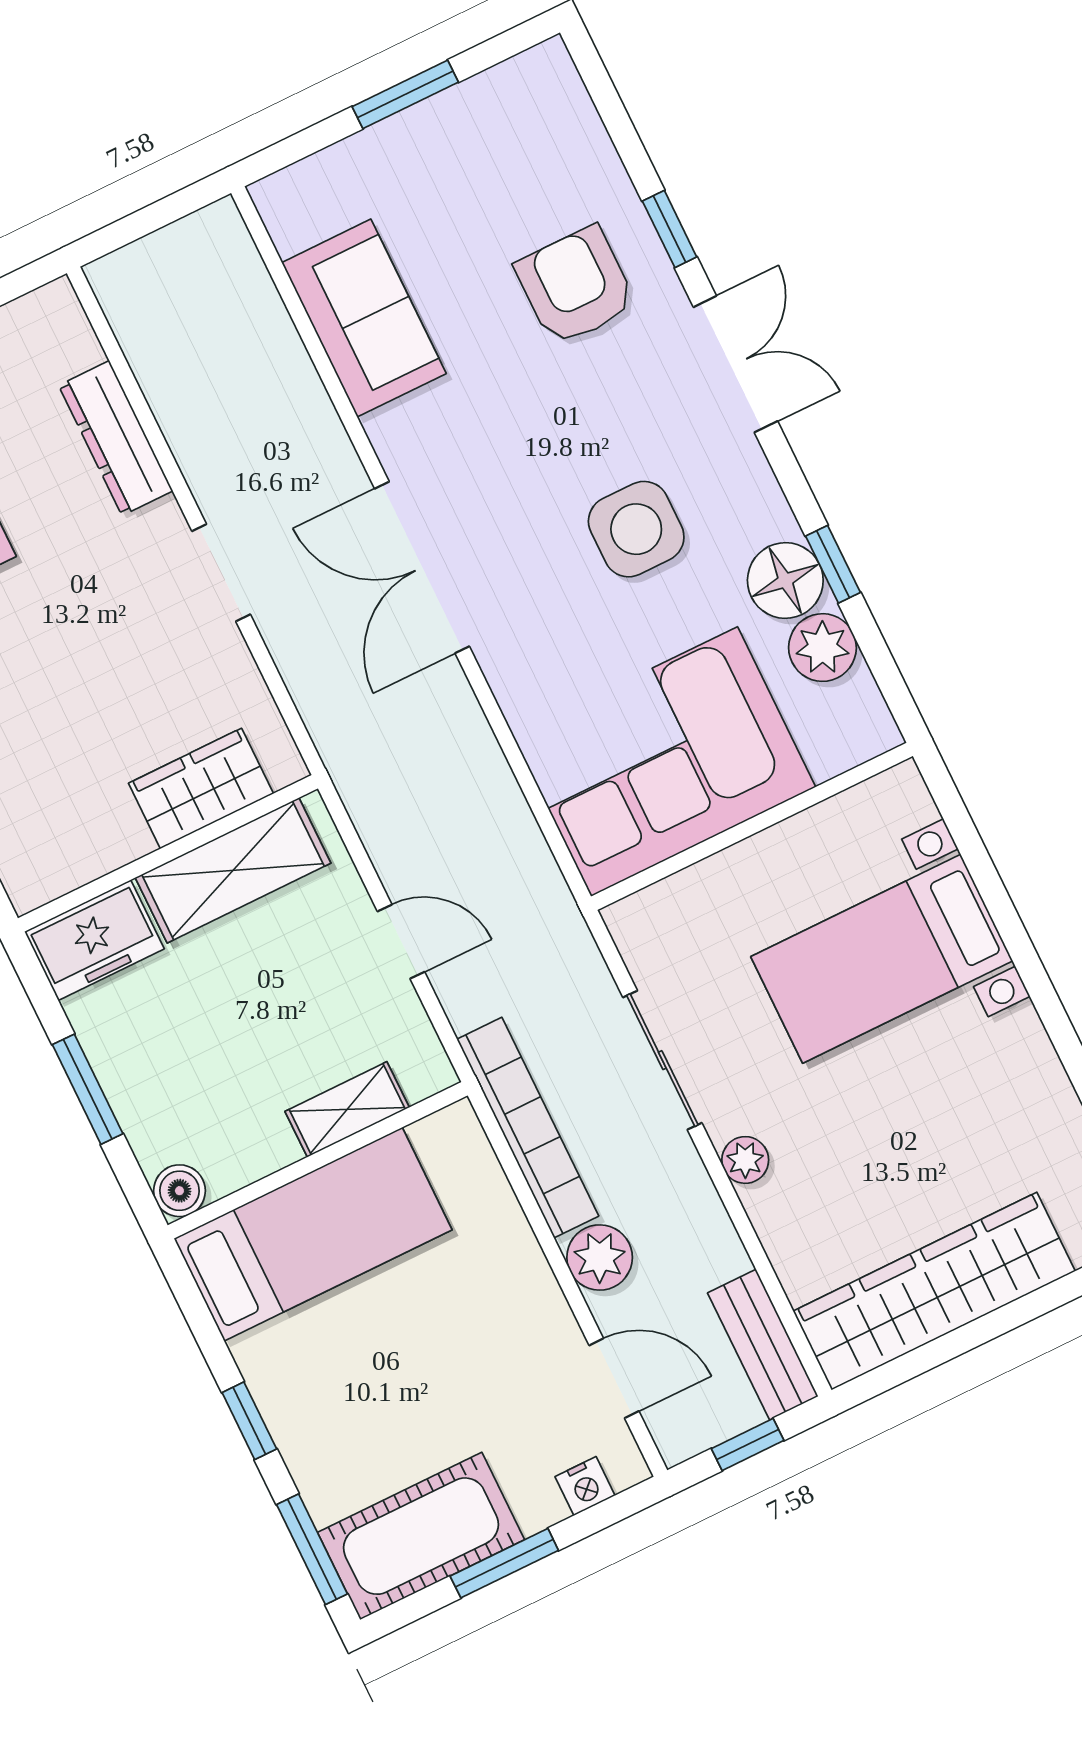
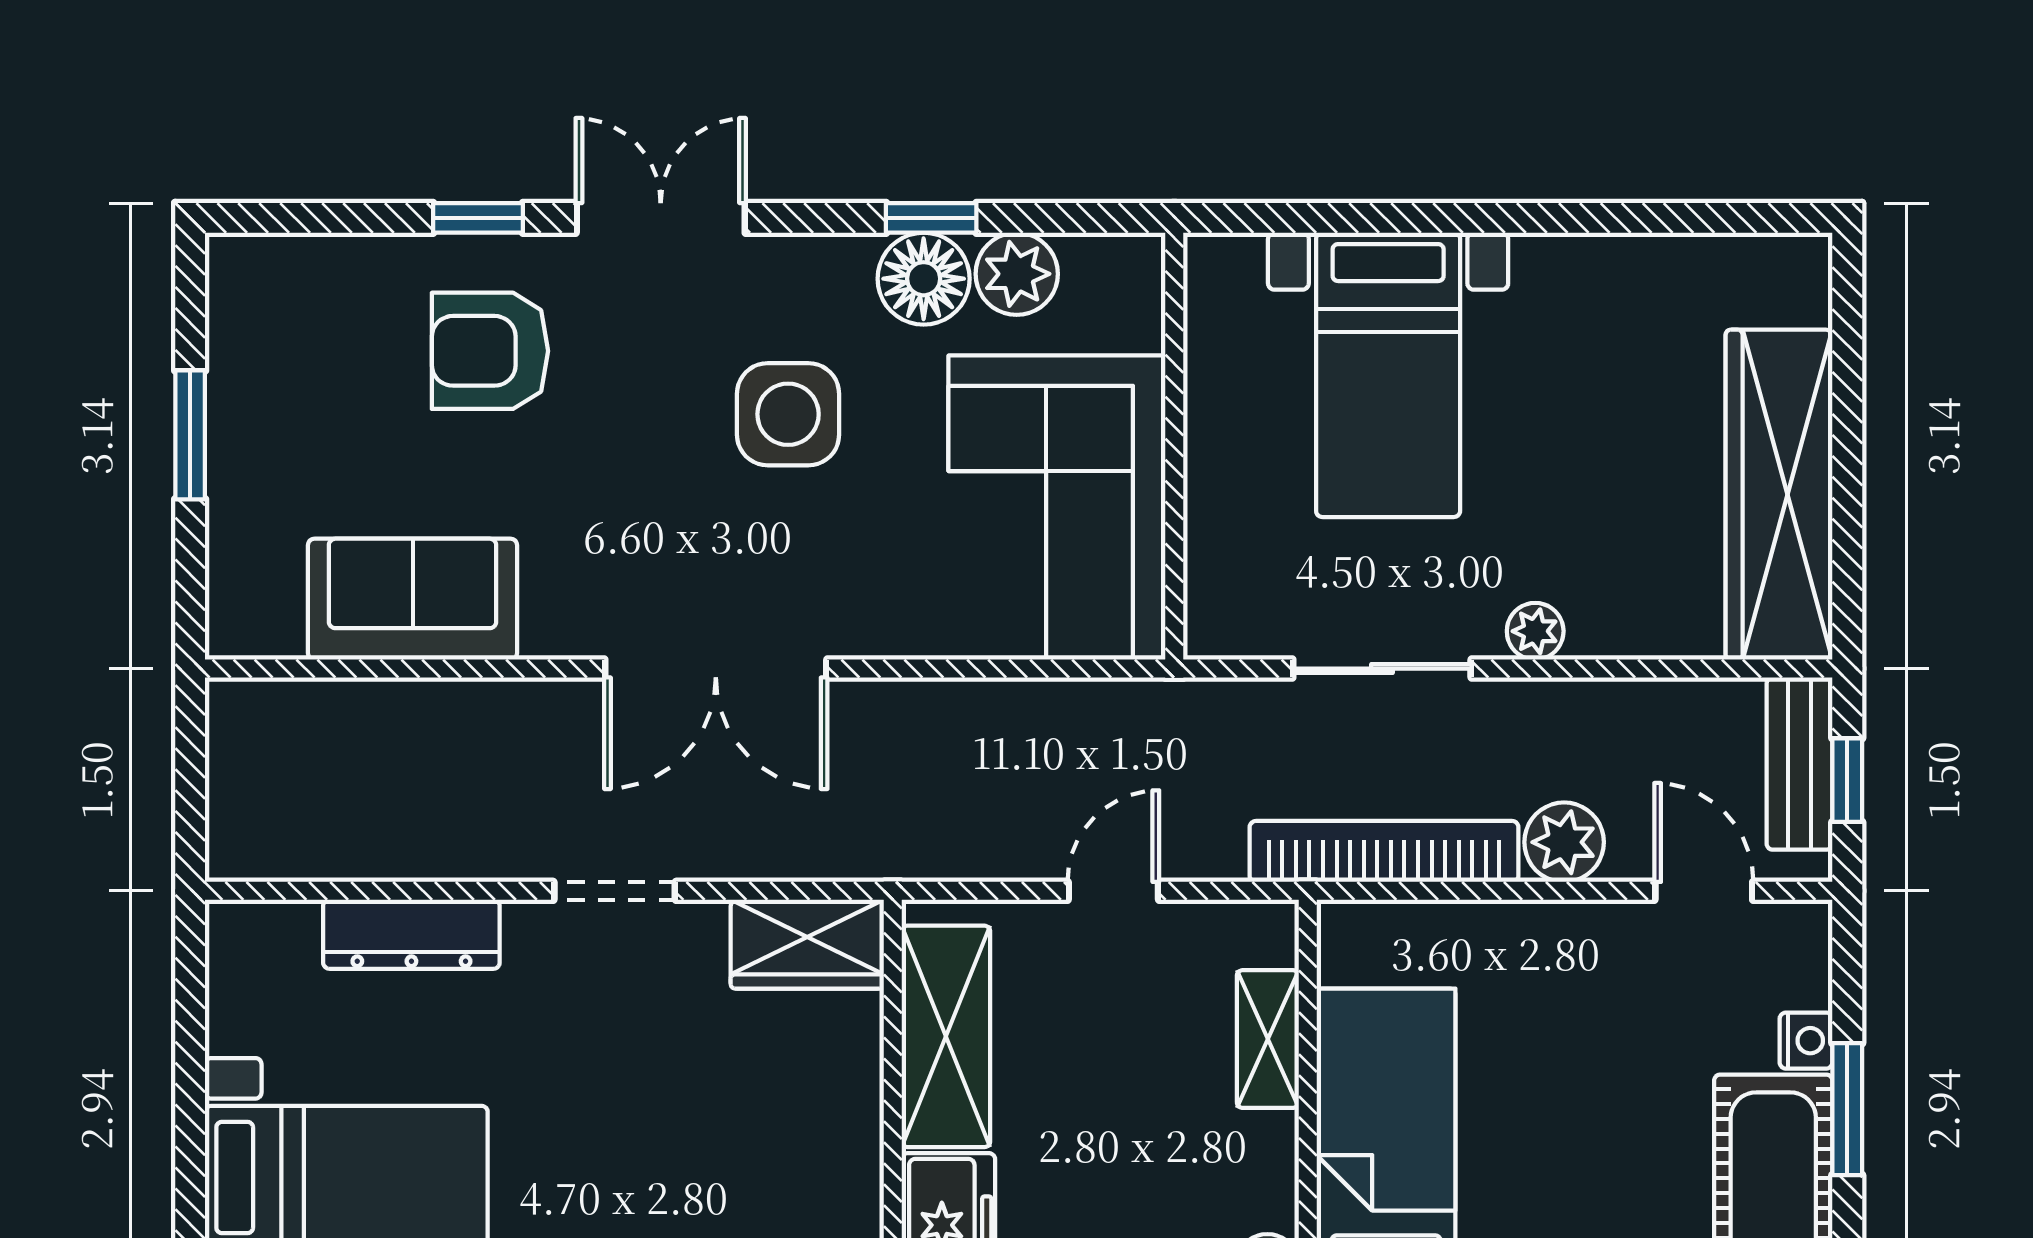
wardrobe: (201, 788) -> (807, 944), moved, turned -90
bench: (763, 1345) -> (1800, 764), moved, turned 90
door: (614, 1378) -> (1704, 891), hinge flipped
nightstand: (585, 1486) -> (1806, 1041), moved

